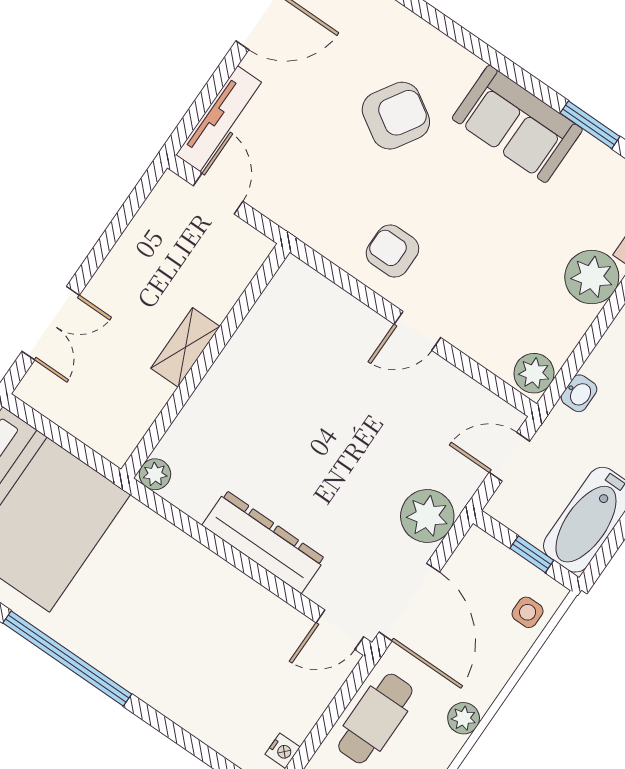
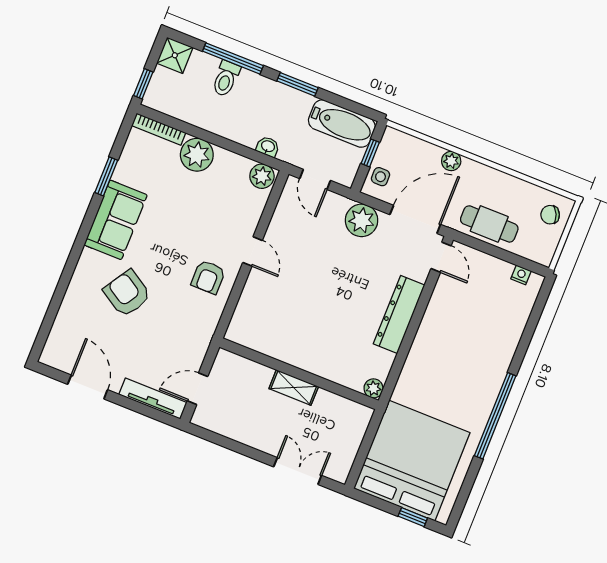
side table: (528, 612) -> (380, 177), moved
plant: (464, 718) -> (451, 161), moved

